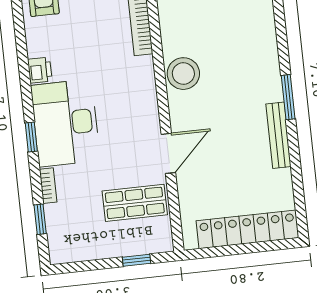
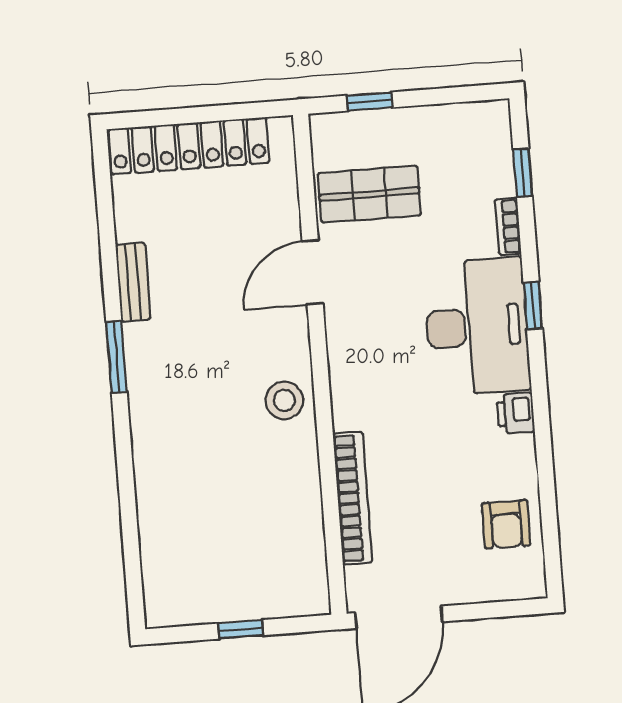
stool: (183, 74) -> (284, 400), width x0.73, depth x0.73
bench: (278, 135) -> (133, 282), width x0.73

